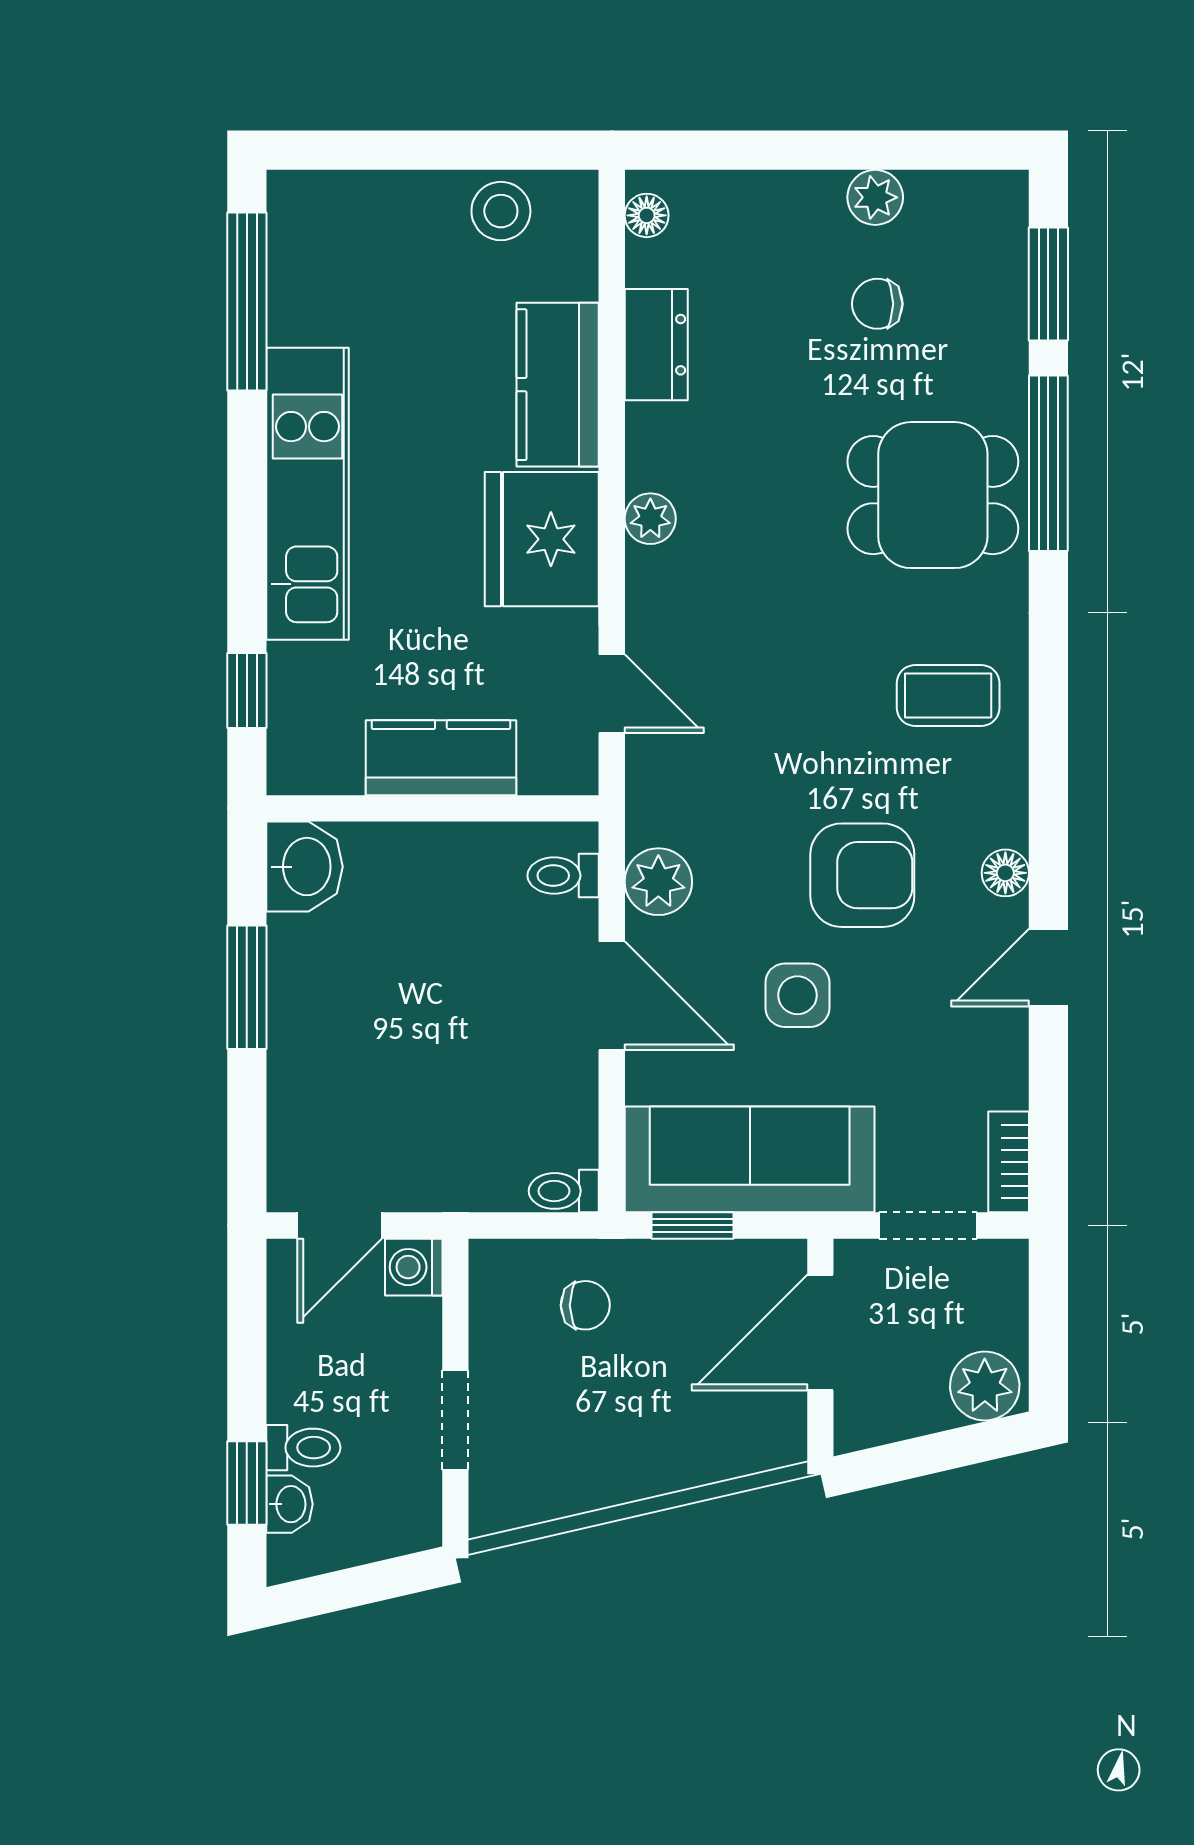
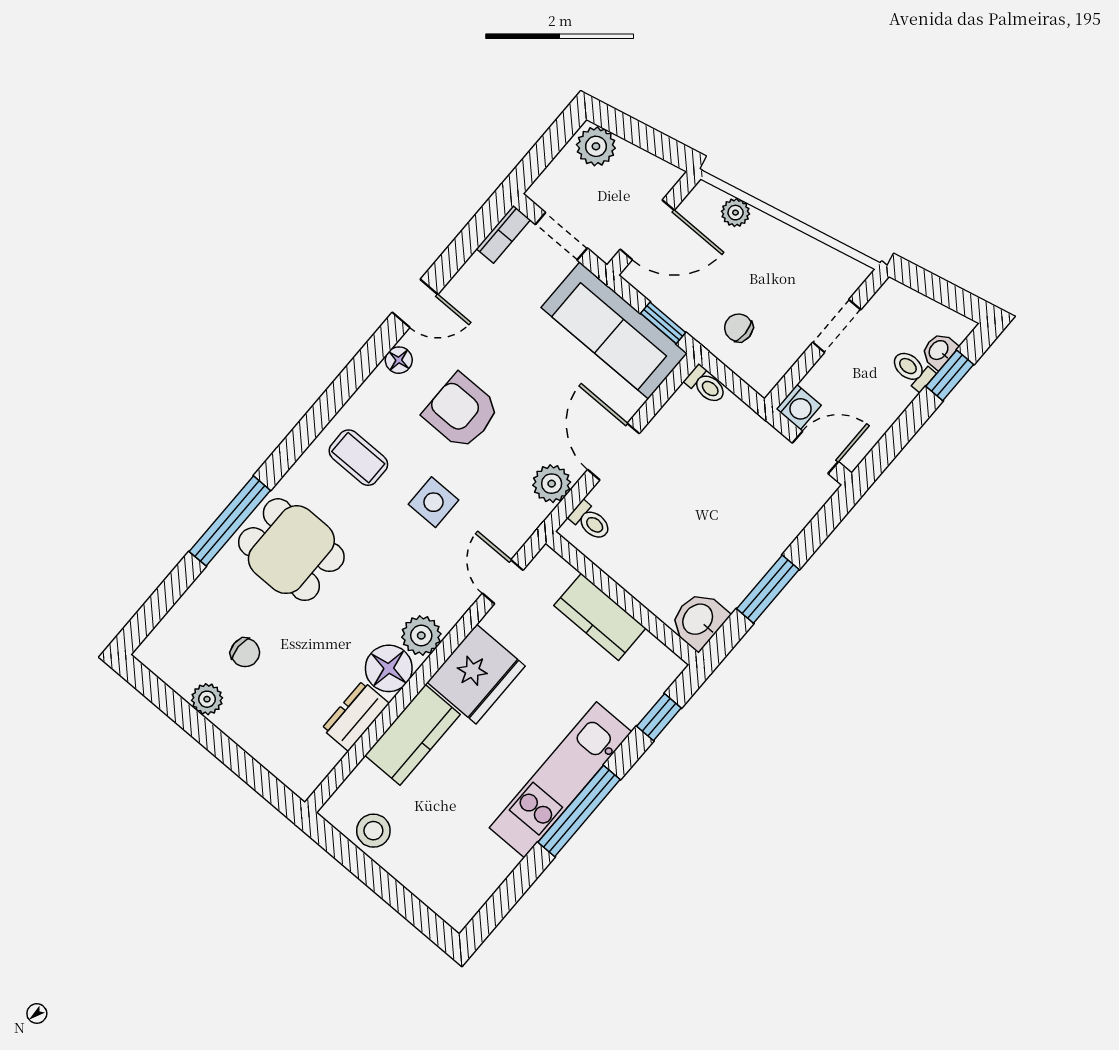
floor lamp: (647, 215) -> (389, 668), moved, width x1.89, depth x1.89
window: (1048, 284) -> (164, 598), removed
window: (247, 301) -> (579, 811), moved
plant: (650, 519) -> (421, 636), width x1.38, depth x1.38
side table: (797, 995) -> (433, 502), moved
plant: (721, 1457) -> (736, 213), added

